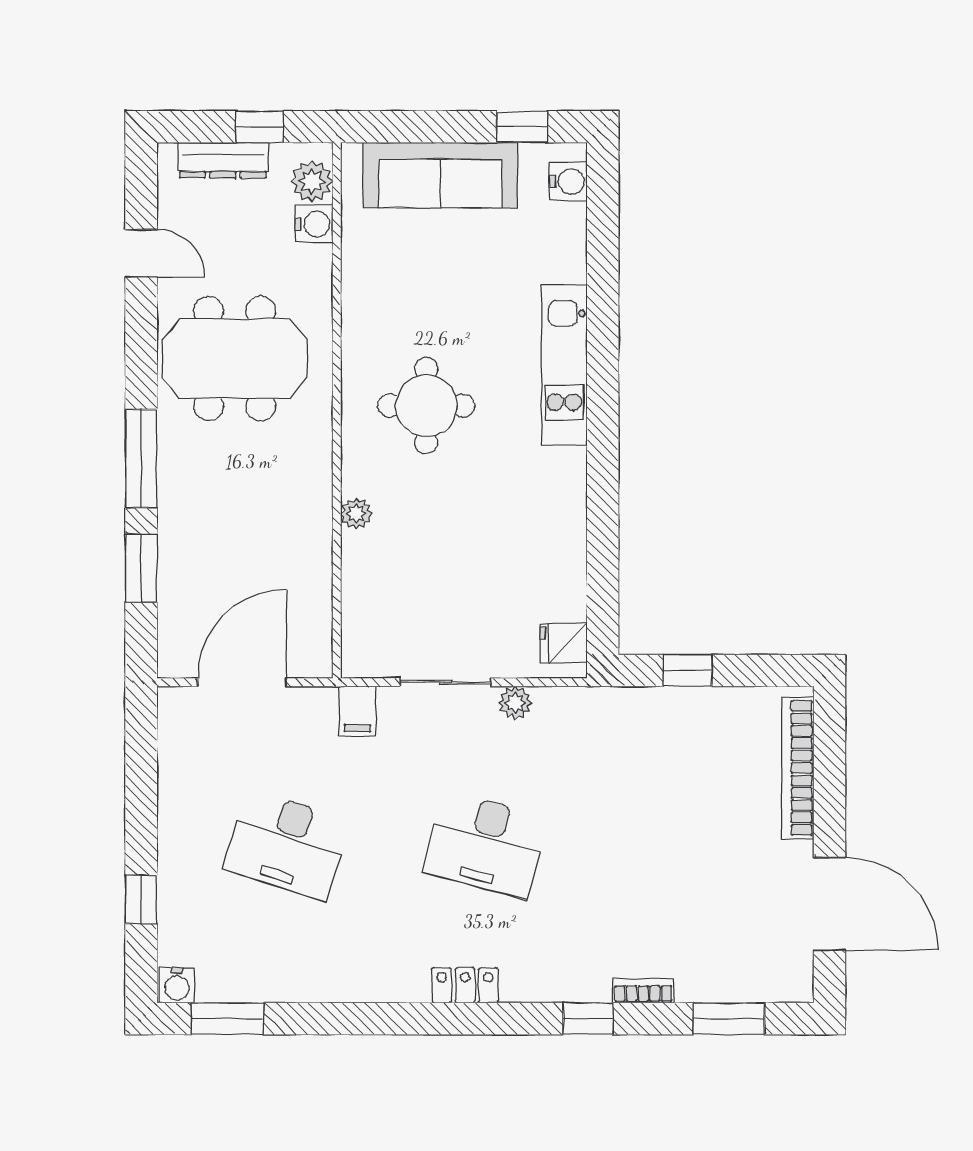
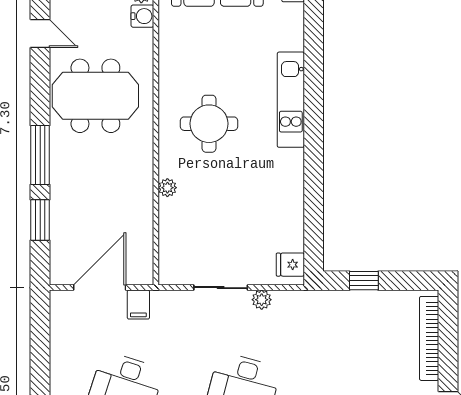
filing cabinet: (357, 711) -> (138, 305), moved

